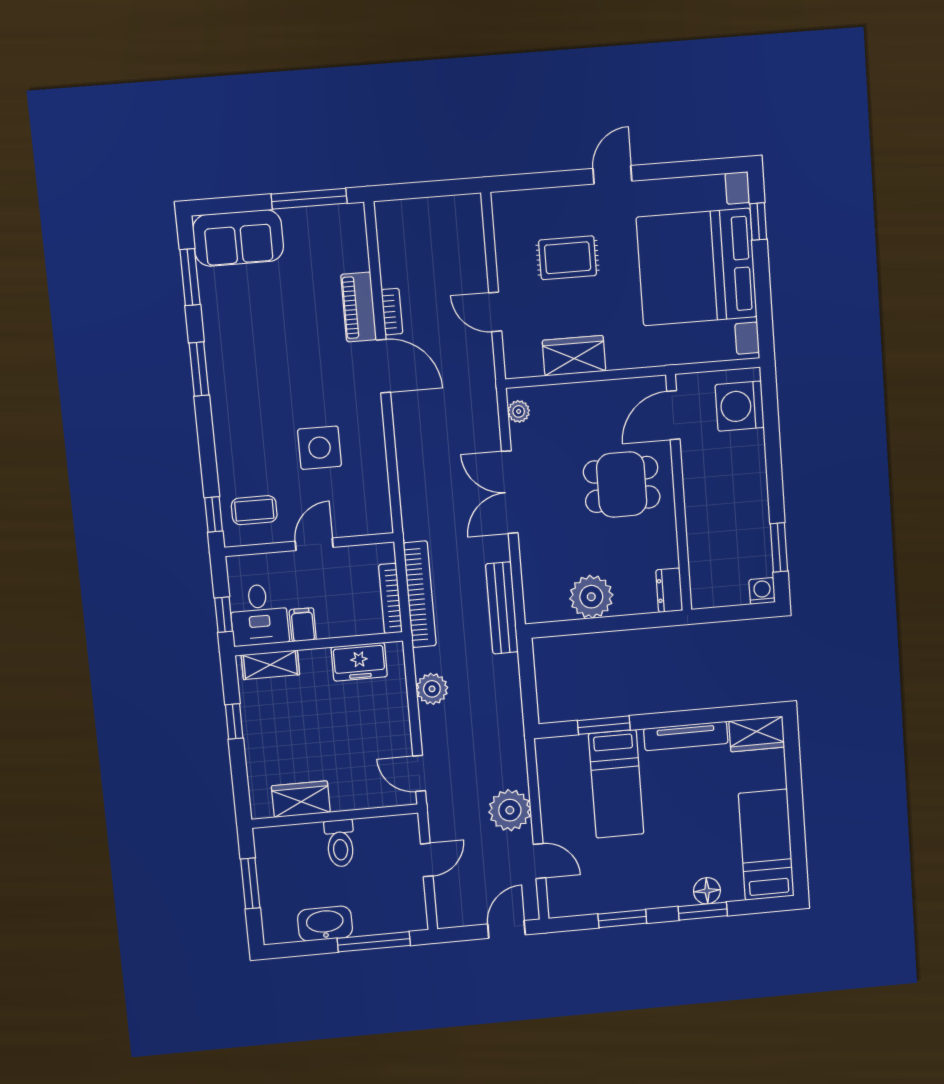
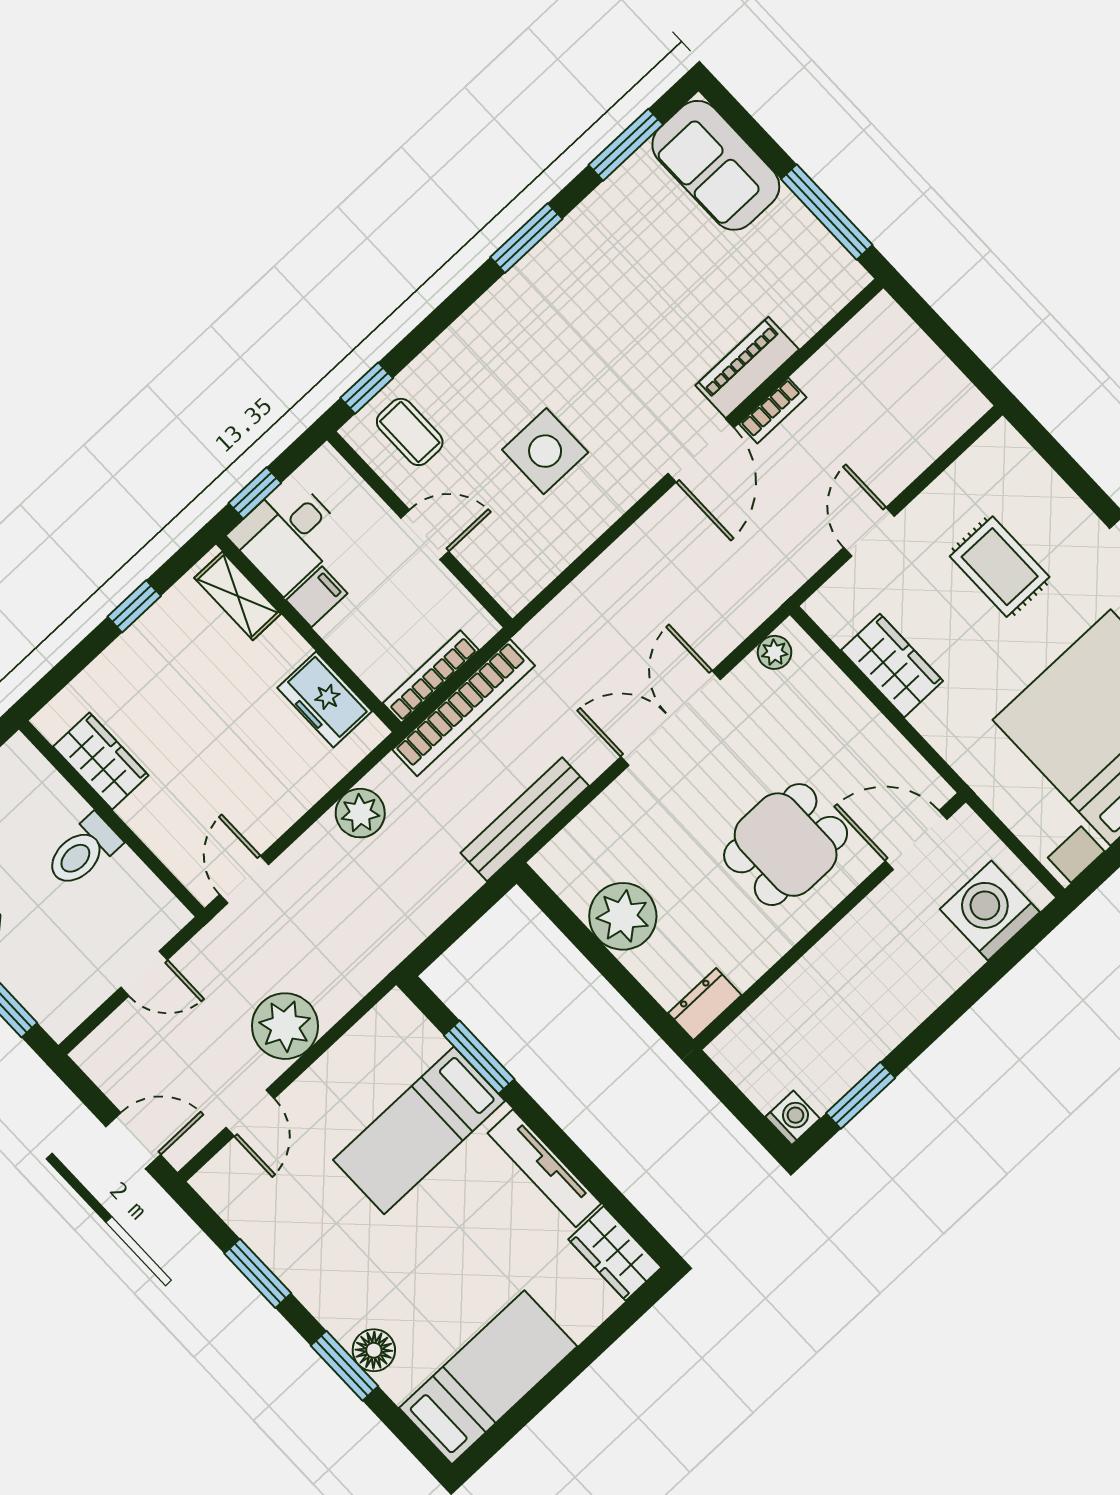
dining table: (622, 484) -> (786, 845), turned 90

